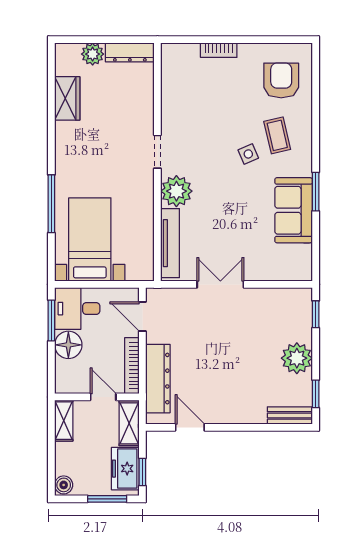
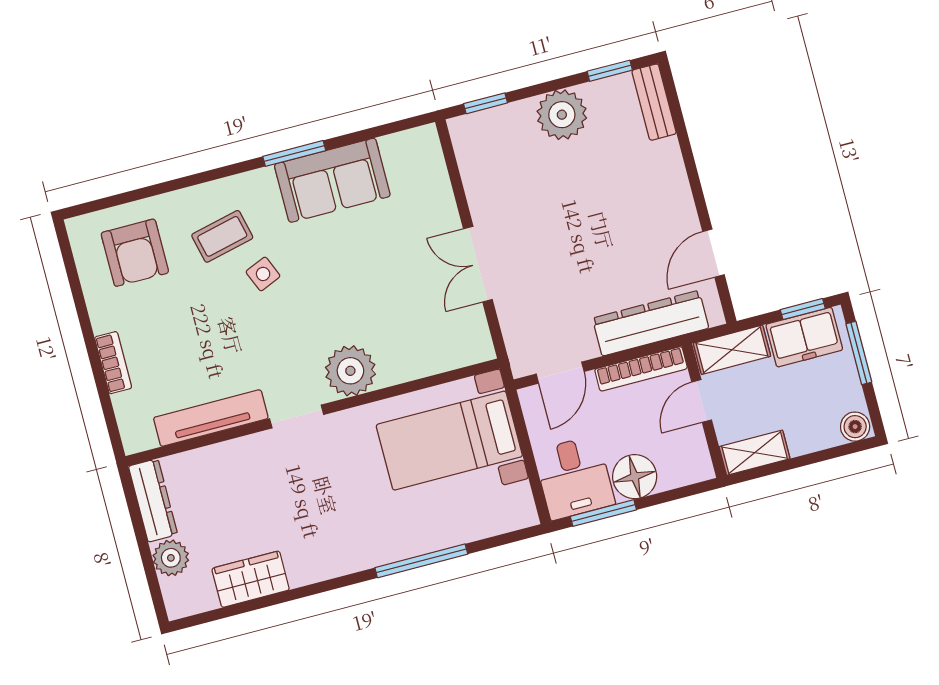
armchair: (281, 80) -> (135, 253), turned -90
bed with nightstands: (90, 239) -> (449, 441), moved
tv unit: (170, 243) -> (211, 418), moved

